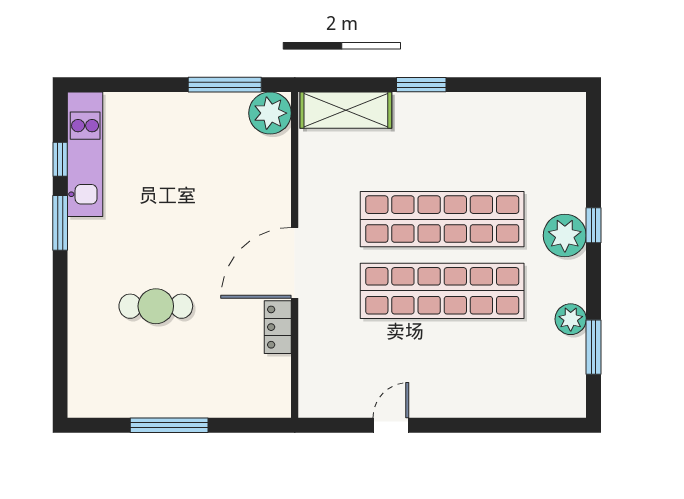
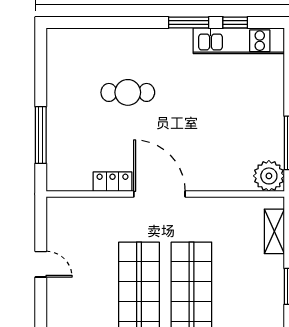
shelving: (346, 110) -> (274, 231), width x0.67, depth x0.75
cafe table: (156, 306) -> (128, 92), turned 90
window: (169, 425) -> (41, 135), moved

